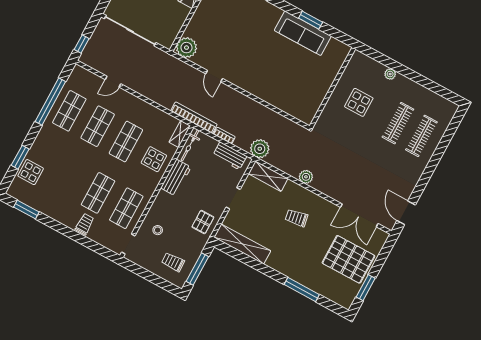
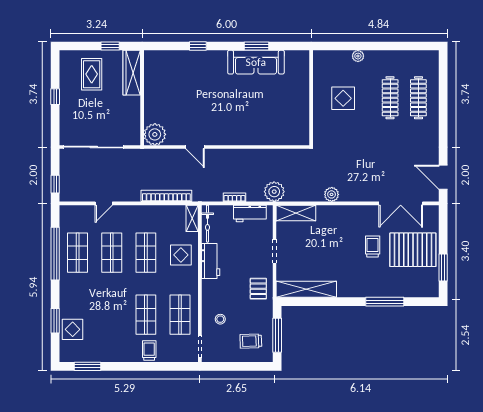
bookcase: (194, 118) -> (166, 196), moved
trolley: (296, 218) -> (373, 246), moved, turned 100

